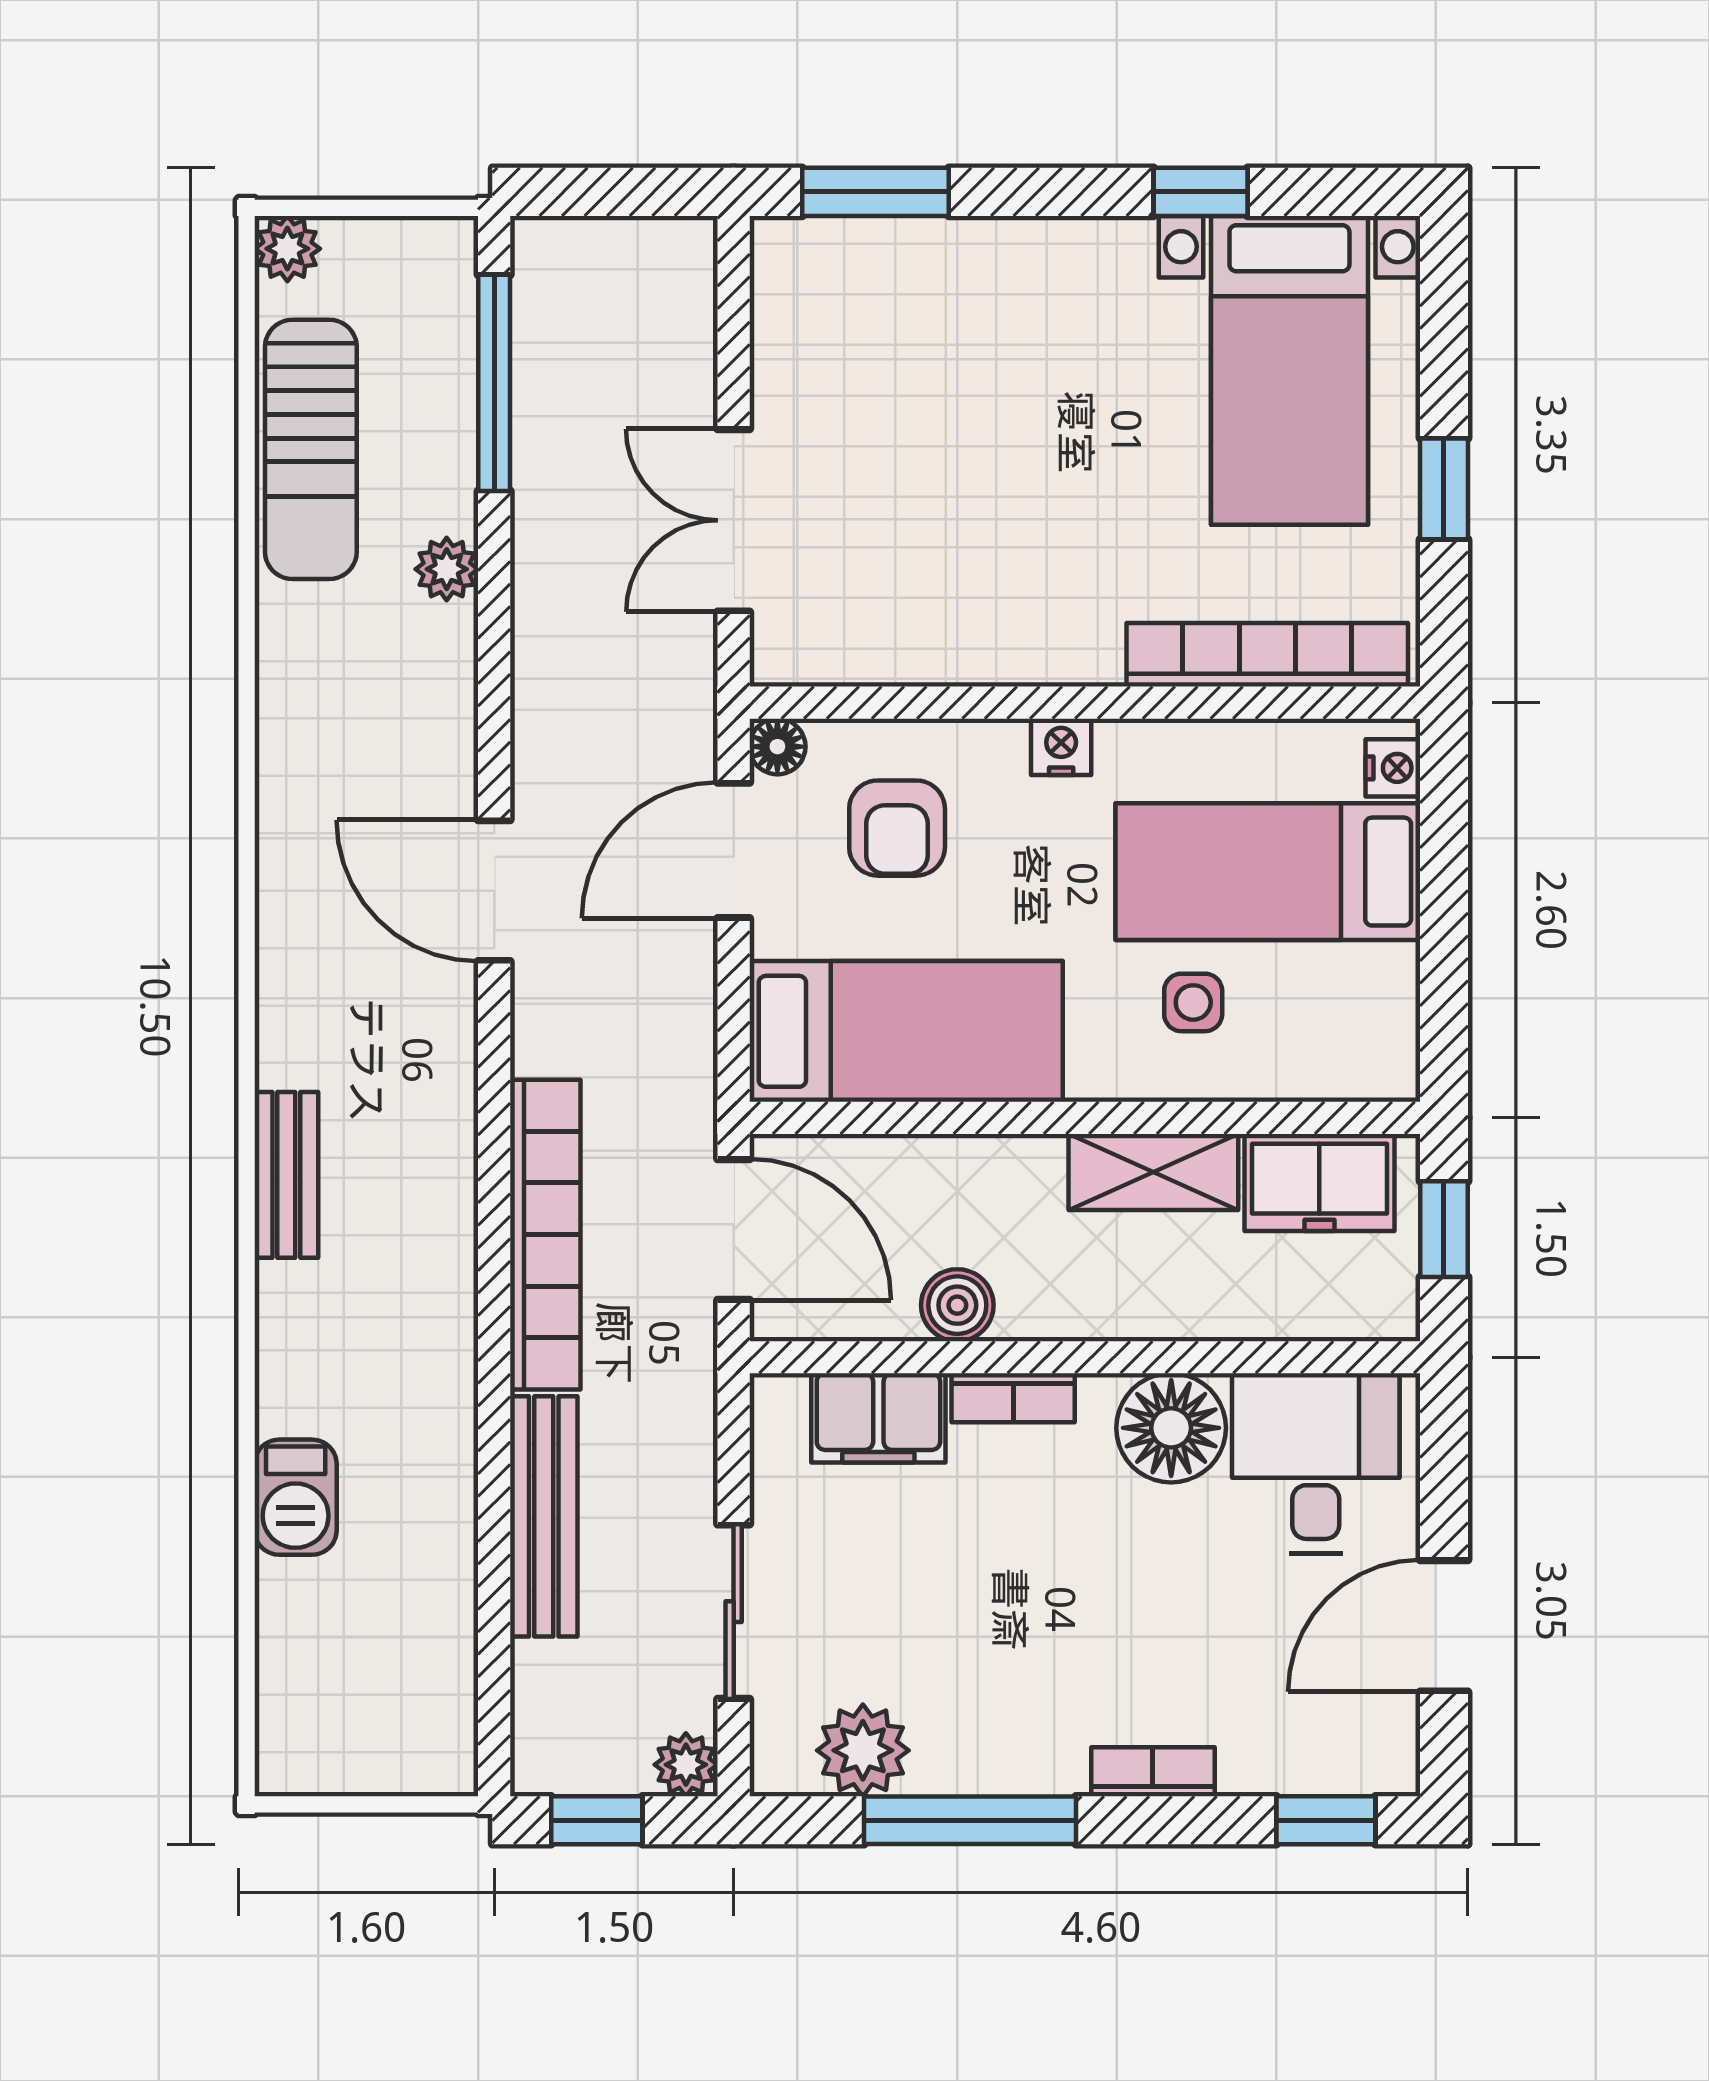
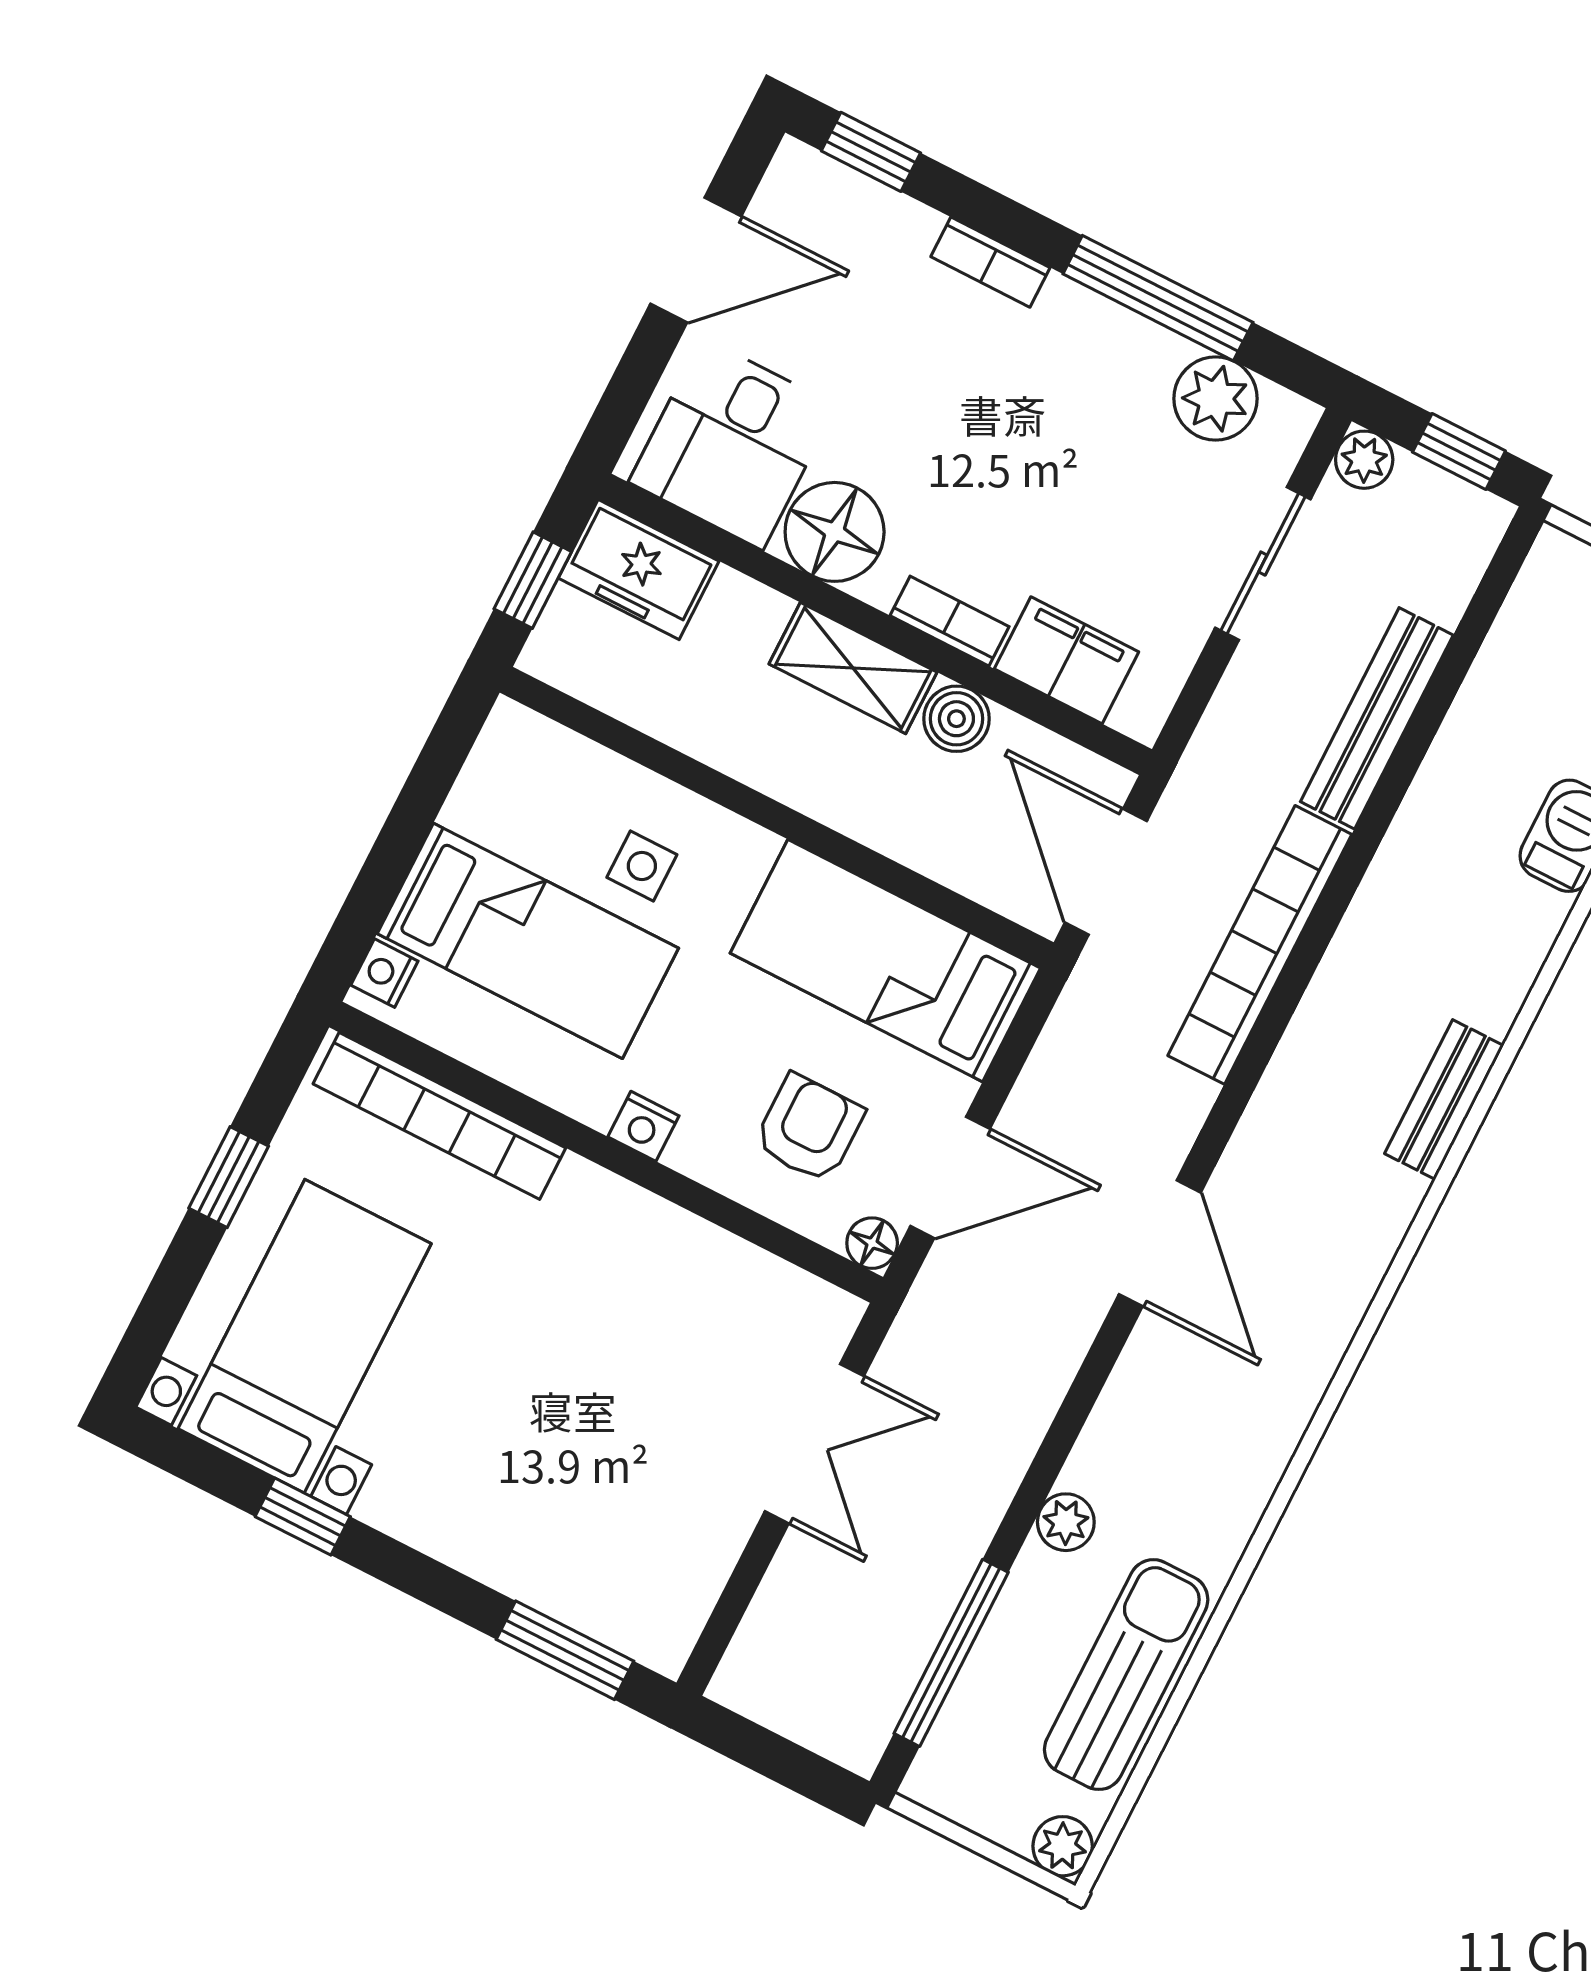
shelving: (1153, 1172) -> (853, 668), moved
freezer: (1319, 1182) -> (639, 570), moved, turned 180

